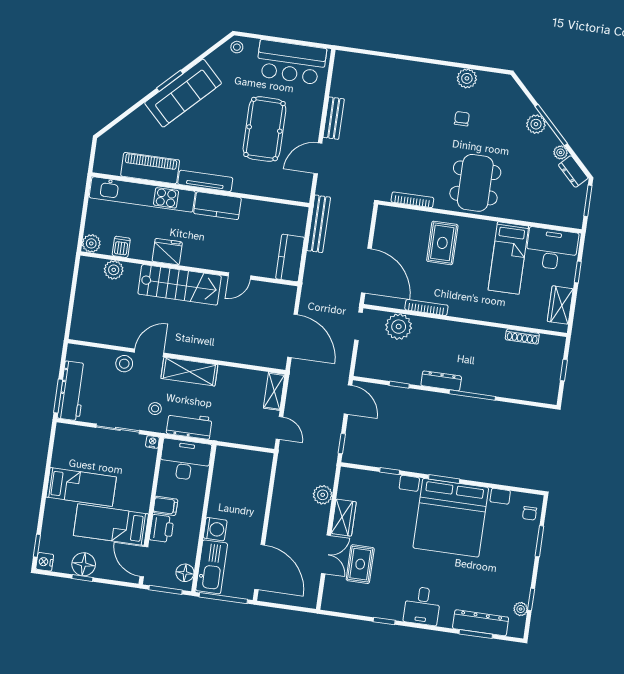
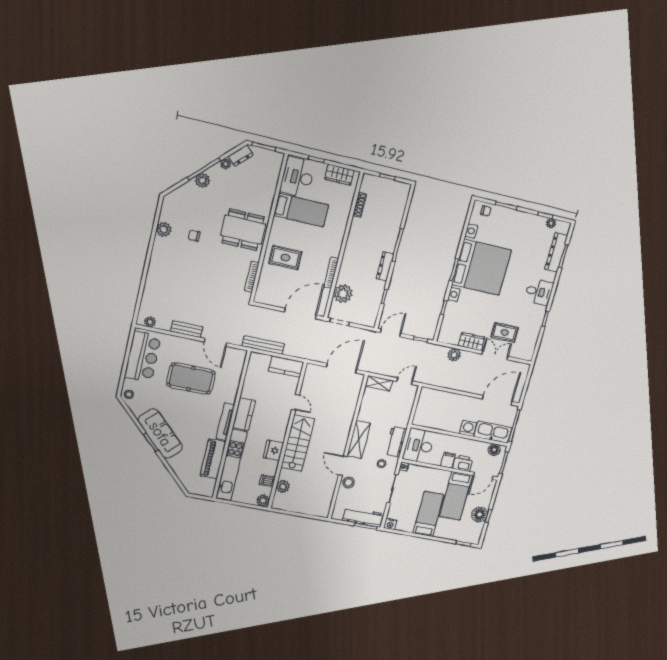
plant: (340, 69) -> (150, 322), added
nightstand: (45, 562) -> (390, 524), moved

